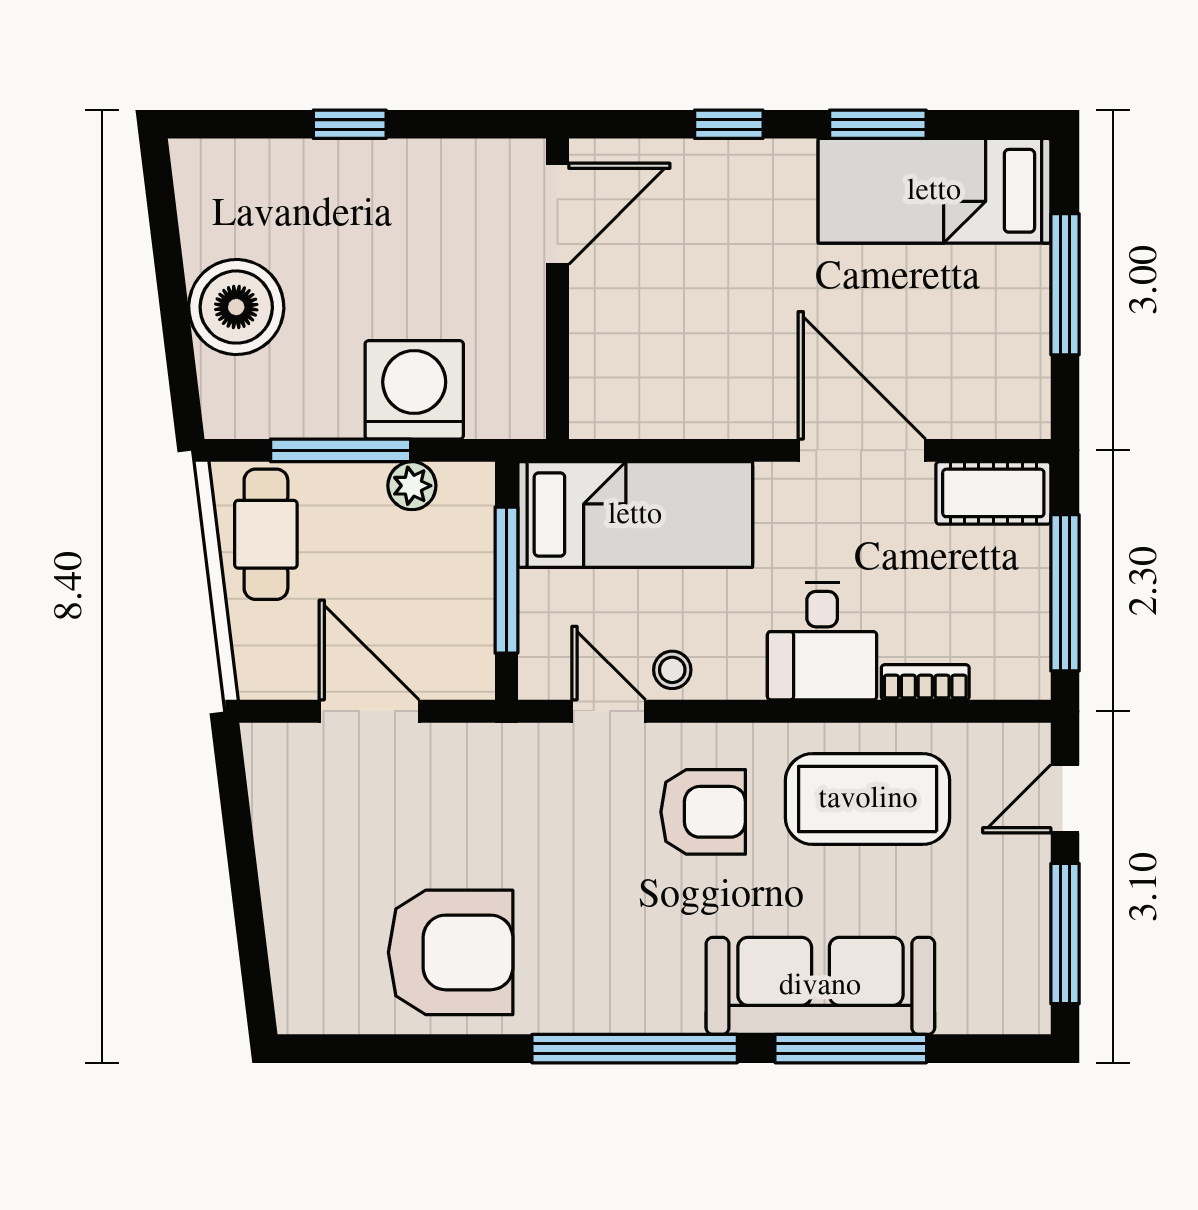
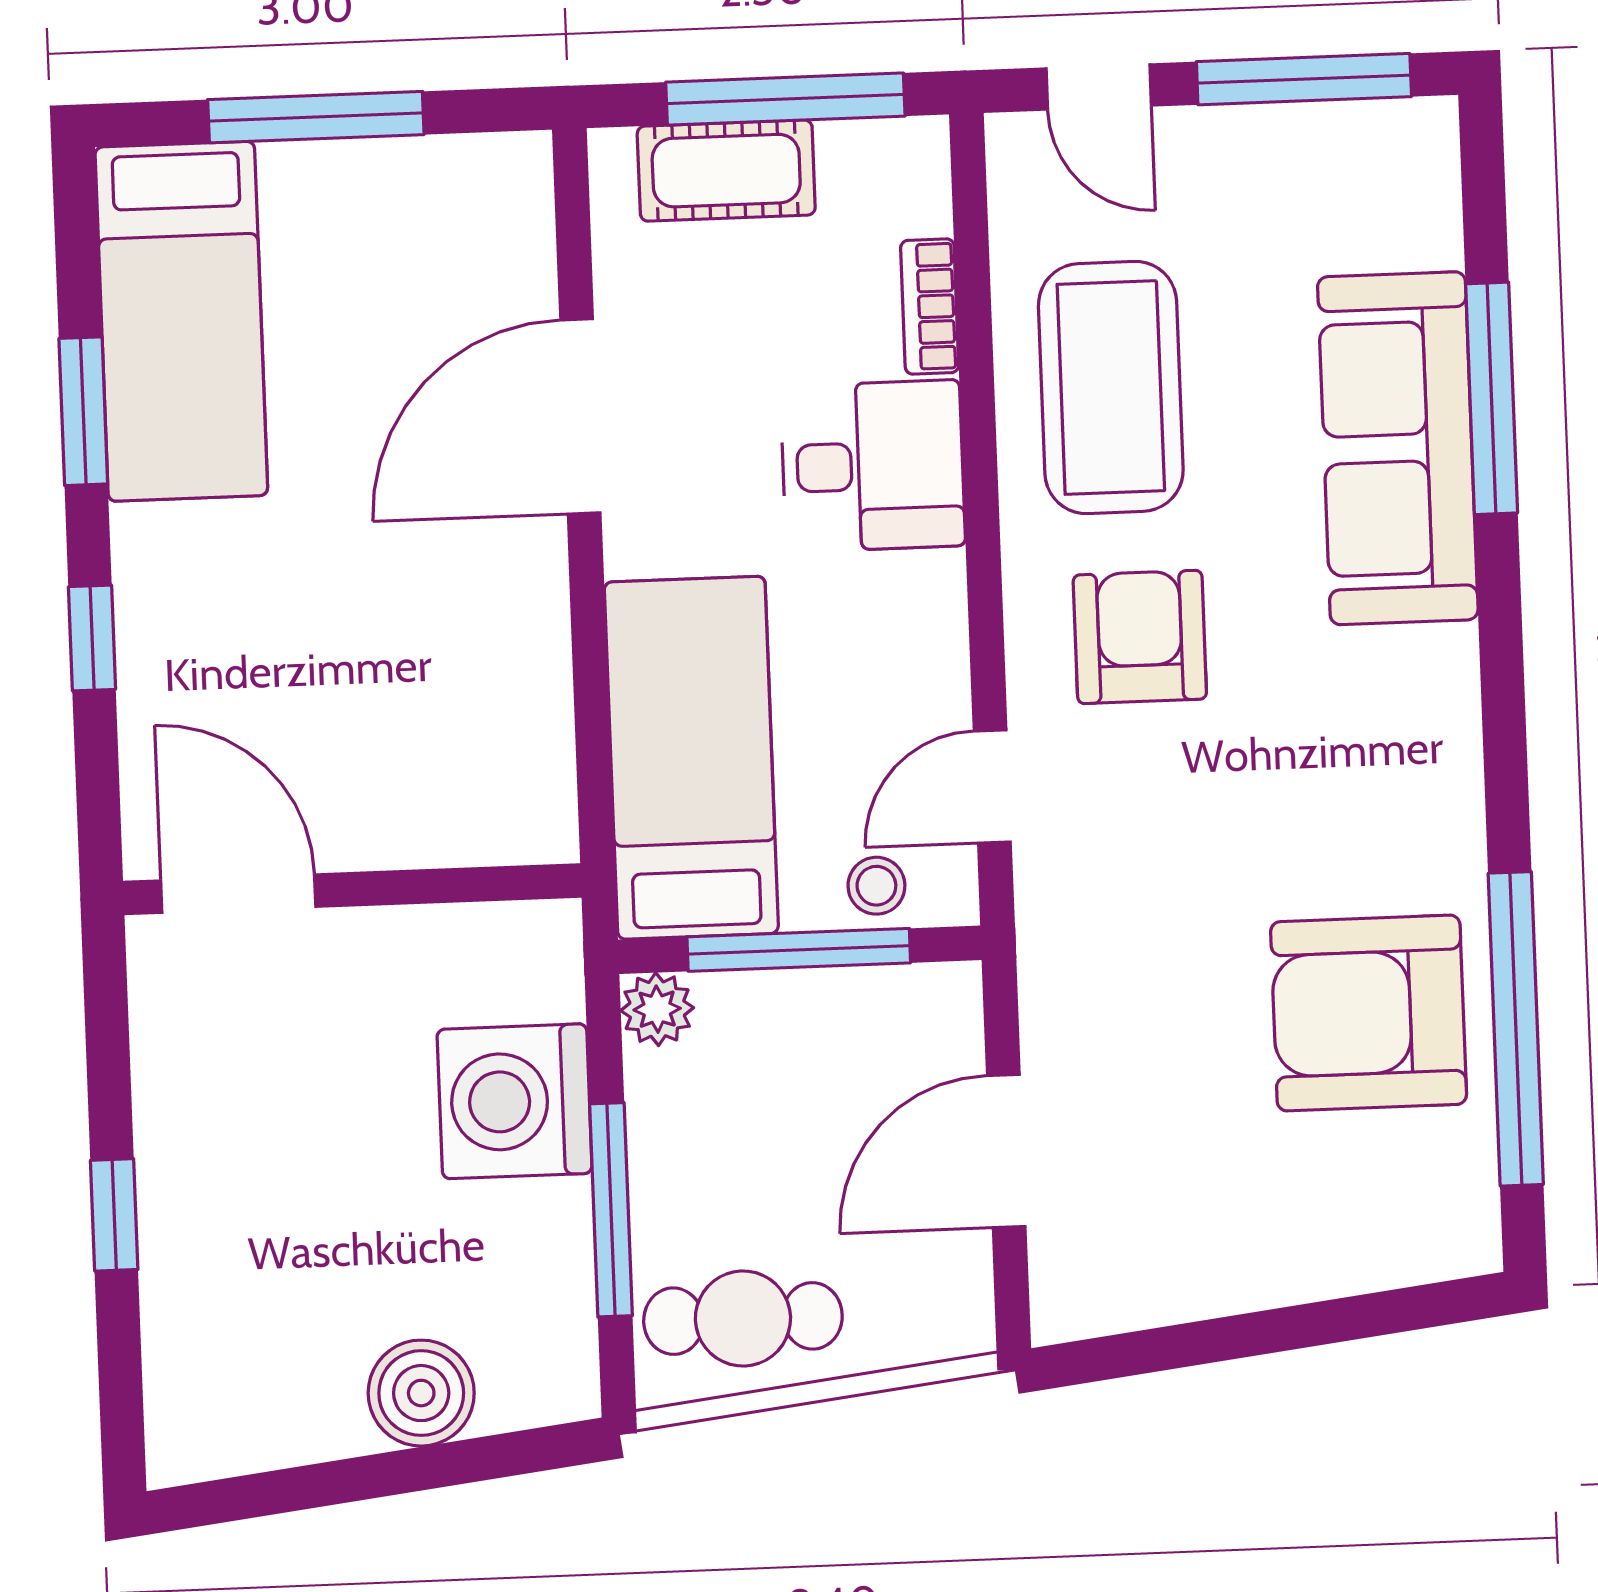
boiler: (236, 307) -> (421, 1393), width x0.73, depth x0.73
plant: (412, 486) -> (657, 1009), moved
cot: (993, 493) -> (726, 171), moved, turned 90
stool: (672, 670) -> (876, 886), moved
armchair: (451, 952) -> (1369, 1013), turned -90
window: (635, 1049) -> (1516, 1029), moved

